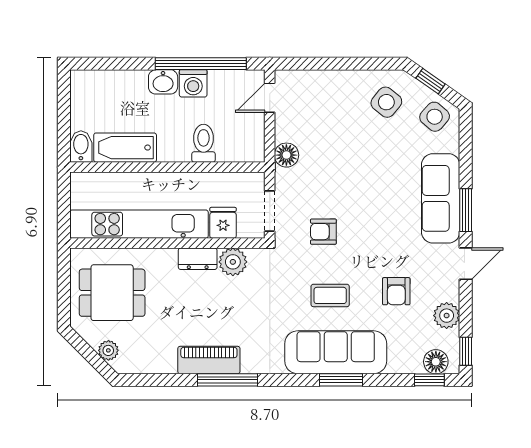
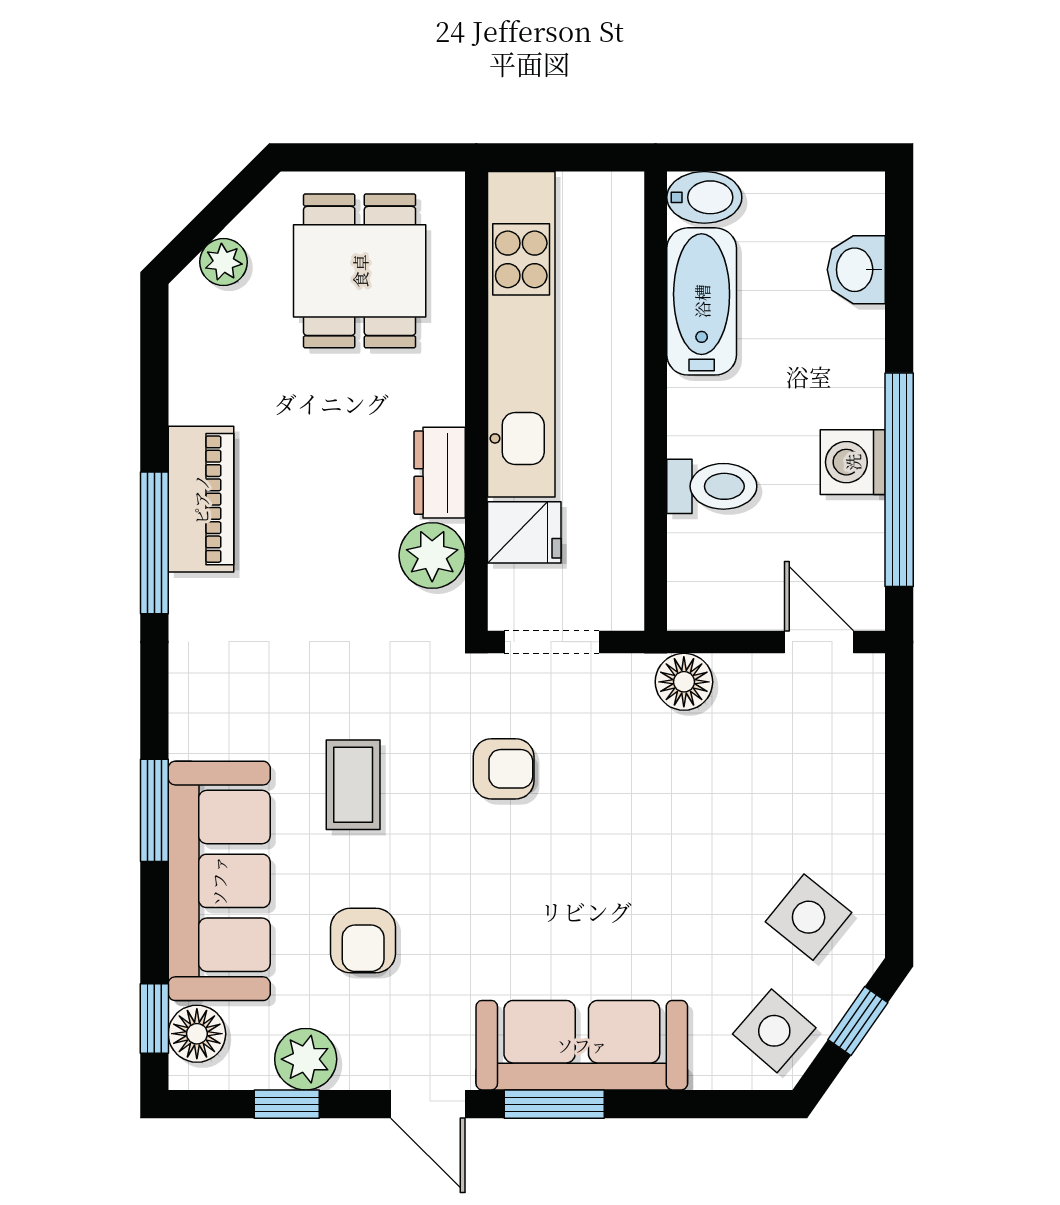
washbasin: (163, 82) -> (856, 270), moved
armchair: (323, 232) -> (504, 769), turned 90
armchair: (396, 291) -> (363, 940), turned -90
window: (466, 351) -> (287, 1104), moved
sofa: (336, 352) -> (219, 881), moved

